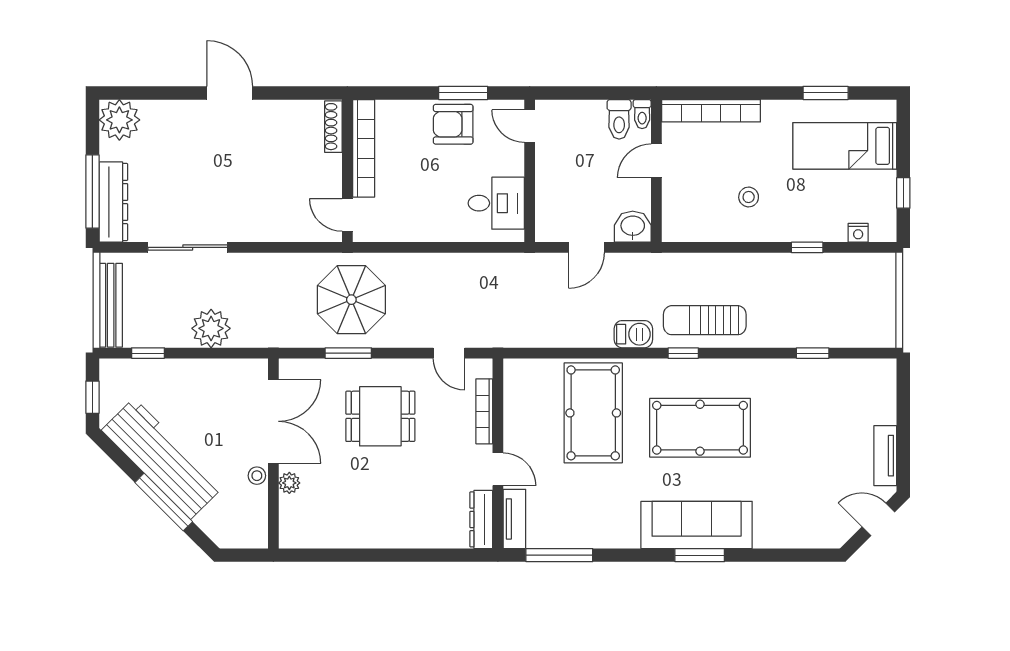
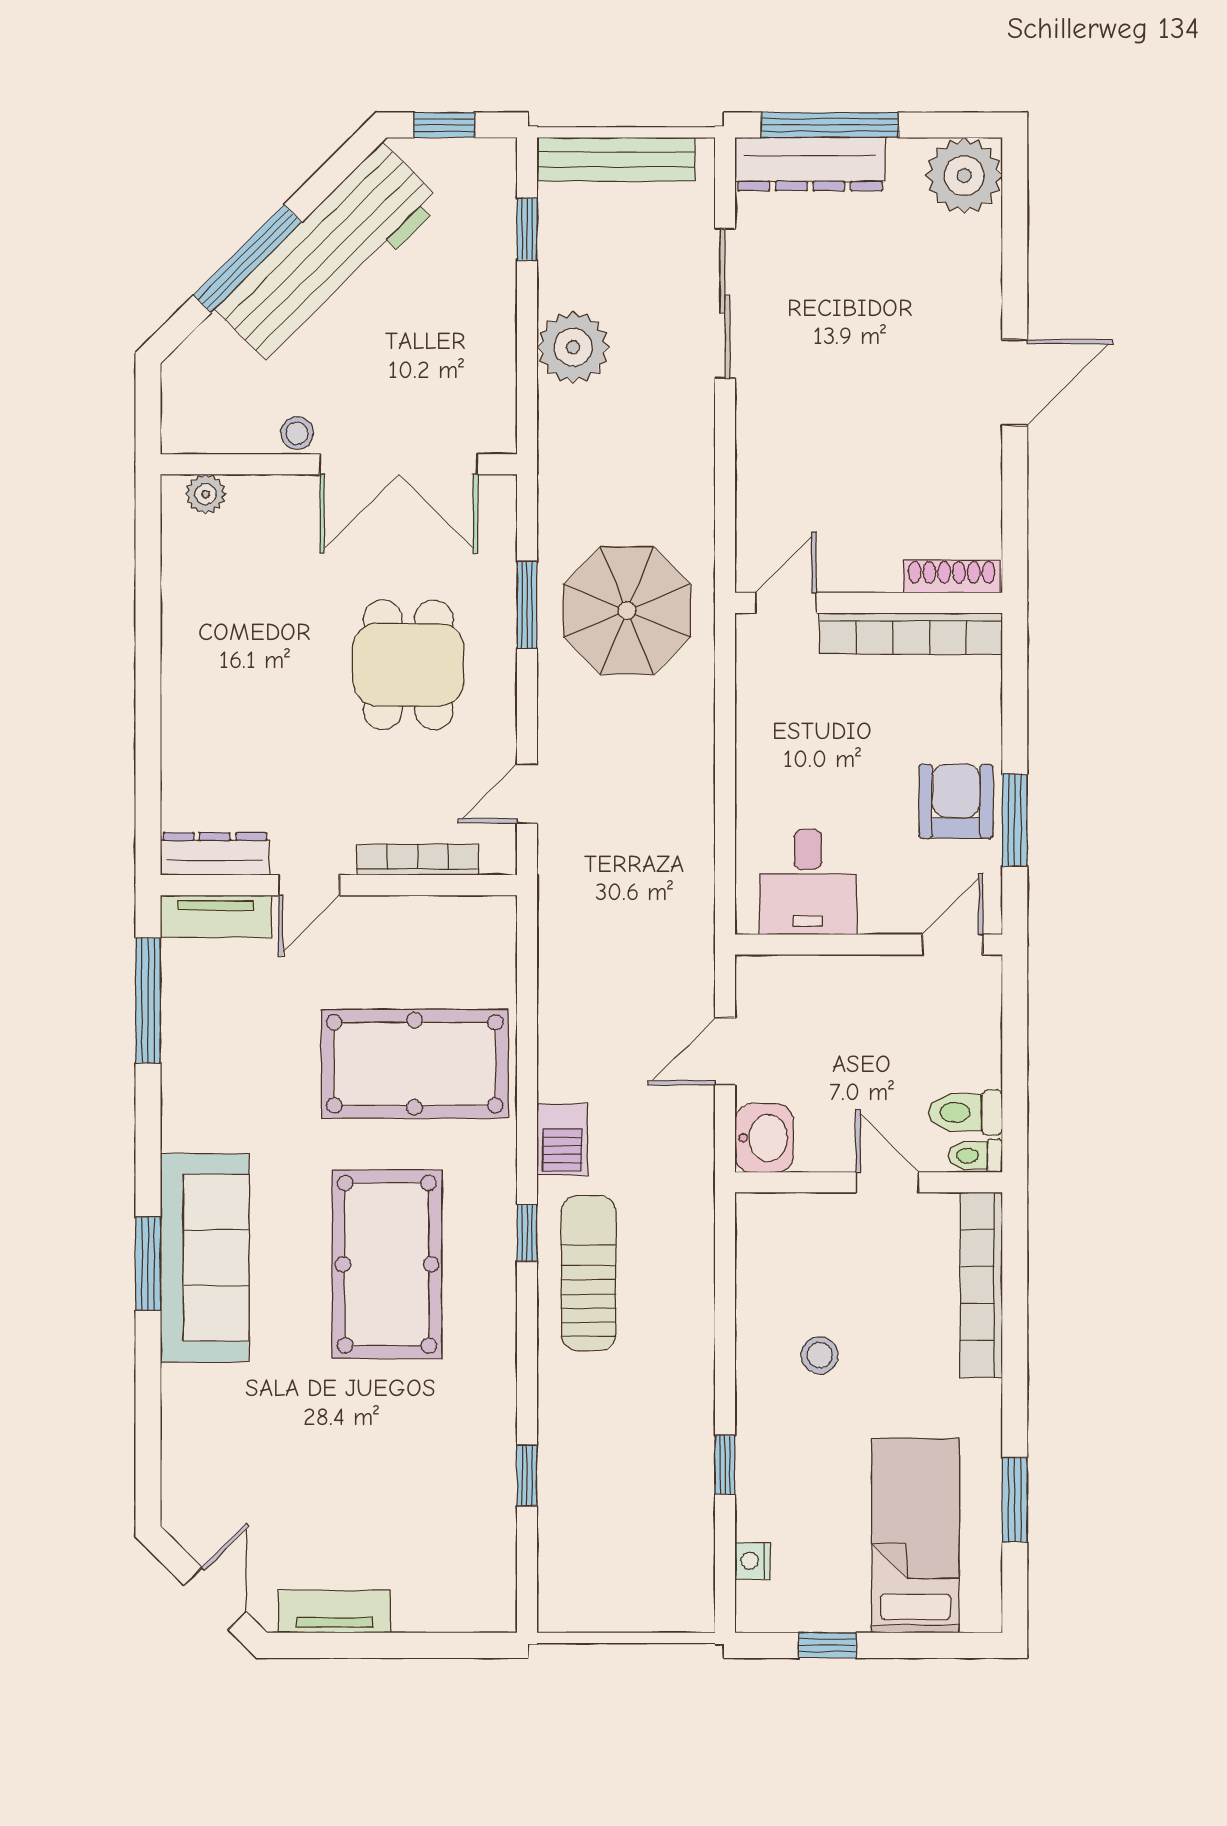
door: (587, 247) -> (725, 1051), hinge flipped
plant: (289, 483) -> (206, 494), moved

